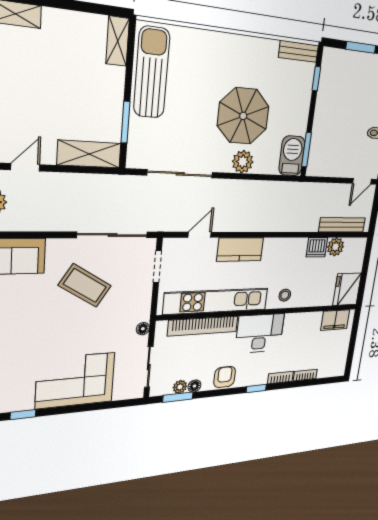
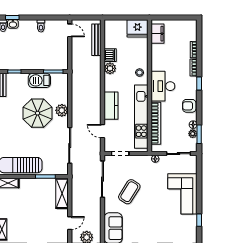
barbecue: (292, 156) -> (39, 80), moved
door: (25, 167) -> (70, 223), swing flipped
plant: (336, 247) -> (110, 68), moved

